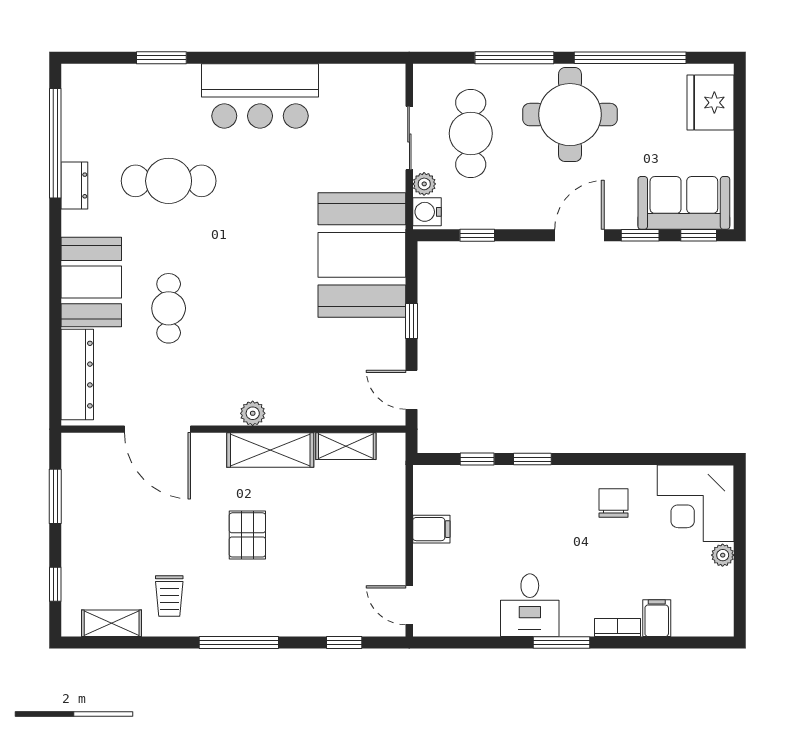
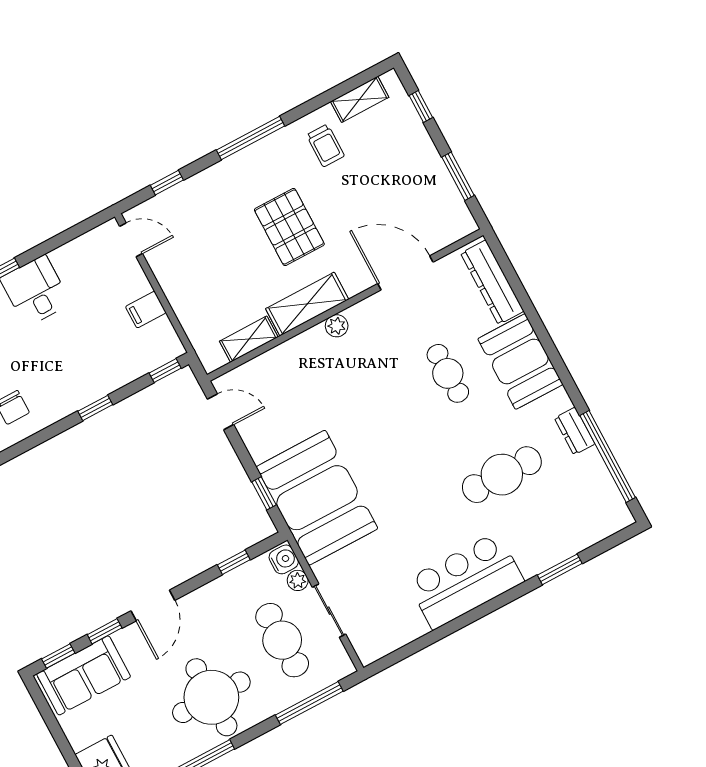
window: (514, 58) -> (309, 703), moved
window: (412, 321) -> (264, 493), moved
window: (477, 459) -> (165, 371), moved
pallet: (247, 535) -> (289, 227), width x1.50, depth x1.42
trolley: (169, 596) -> (325, 145), turned 180

